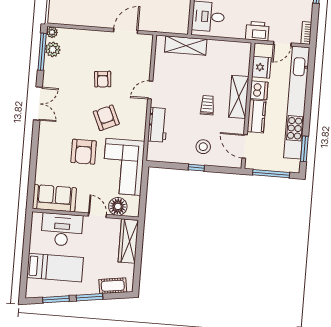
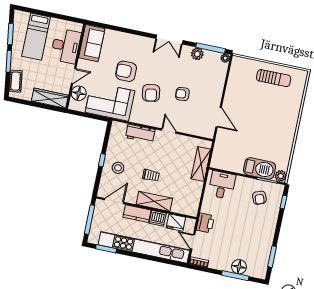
plant: (53, 49) -> (197, 54), moved
armchair: (106, 118) -> (151, 93), turned 105

